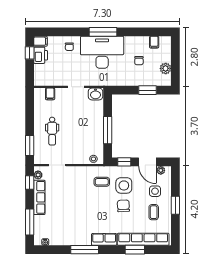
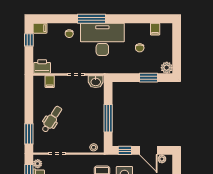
window: (103, 32) -> (92, 19), moved
printer: (41, 55) -> (42, 66), moved, turned -90
plant: (166, 68) -> (167, 68), moved
dental chair: (52, 131) -> (52, 119), turned -147

